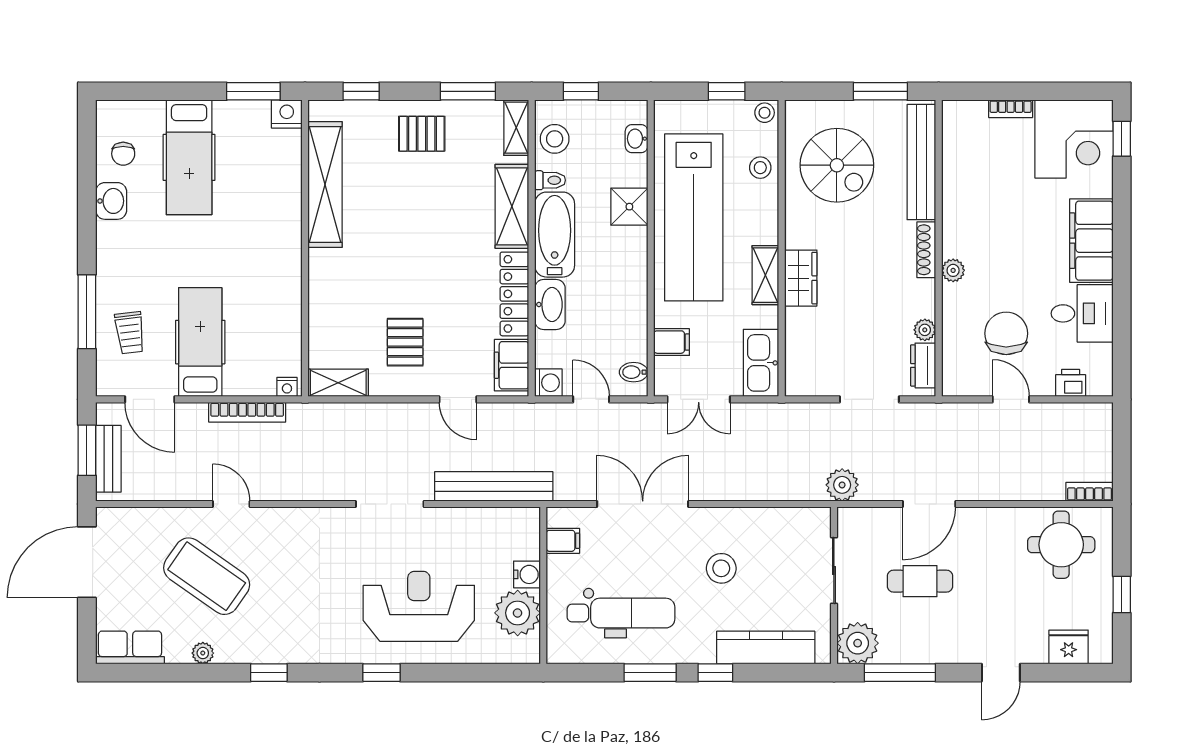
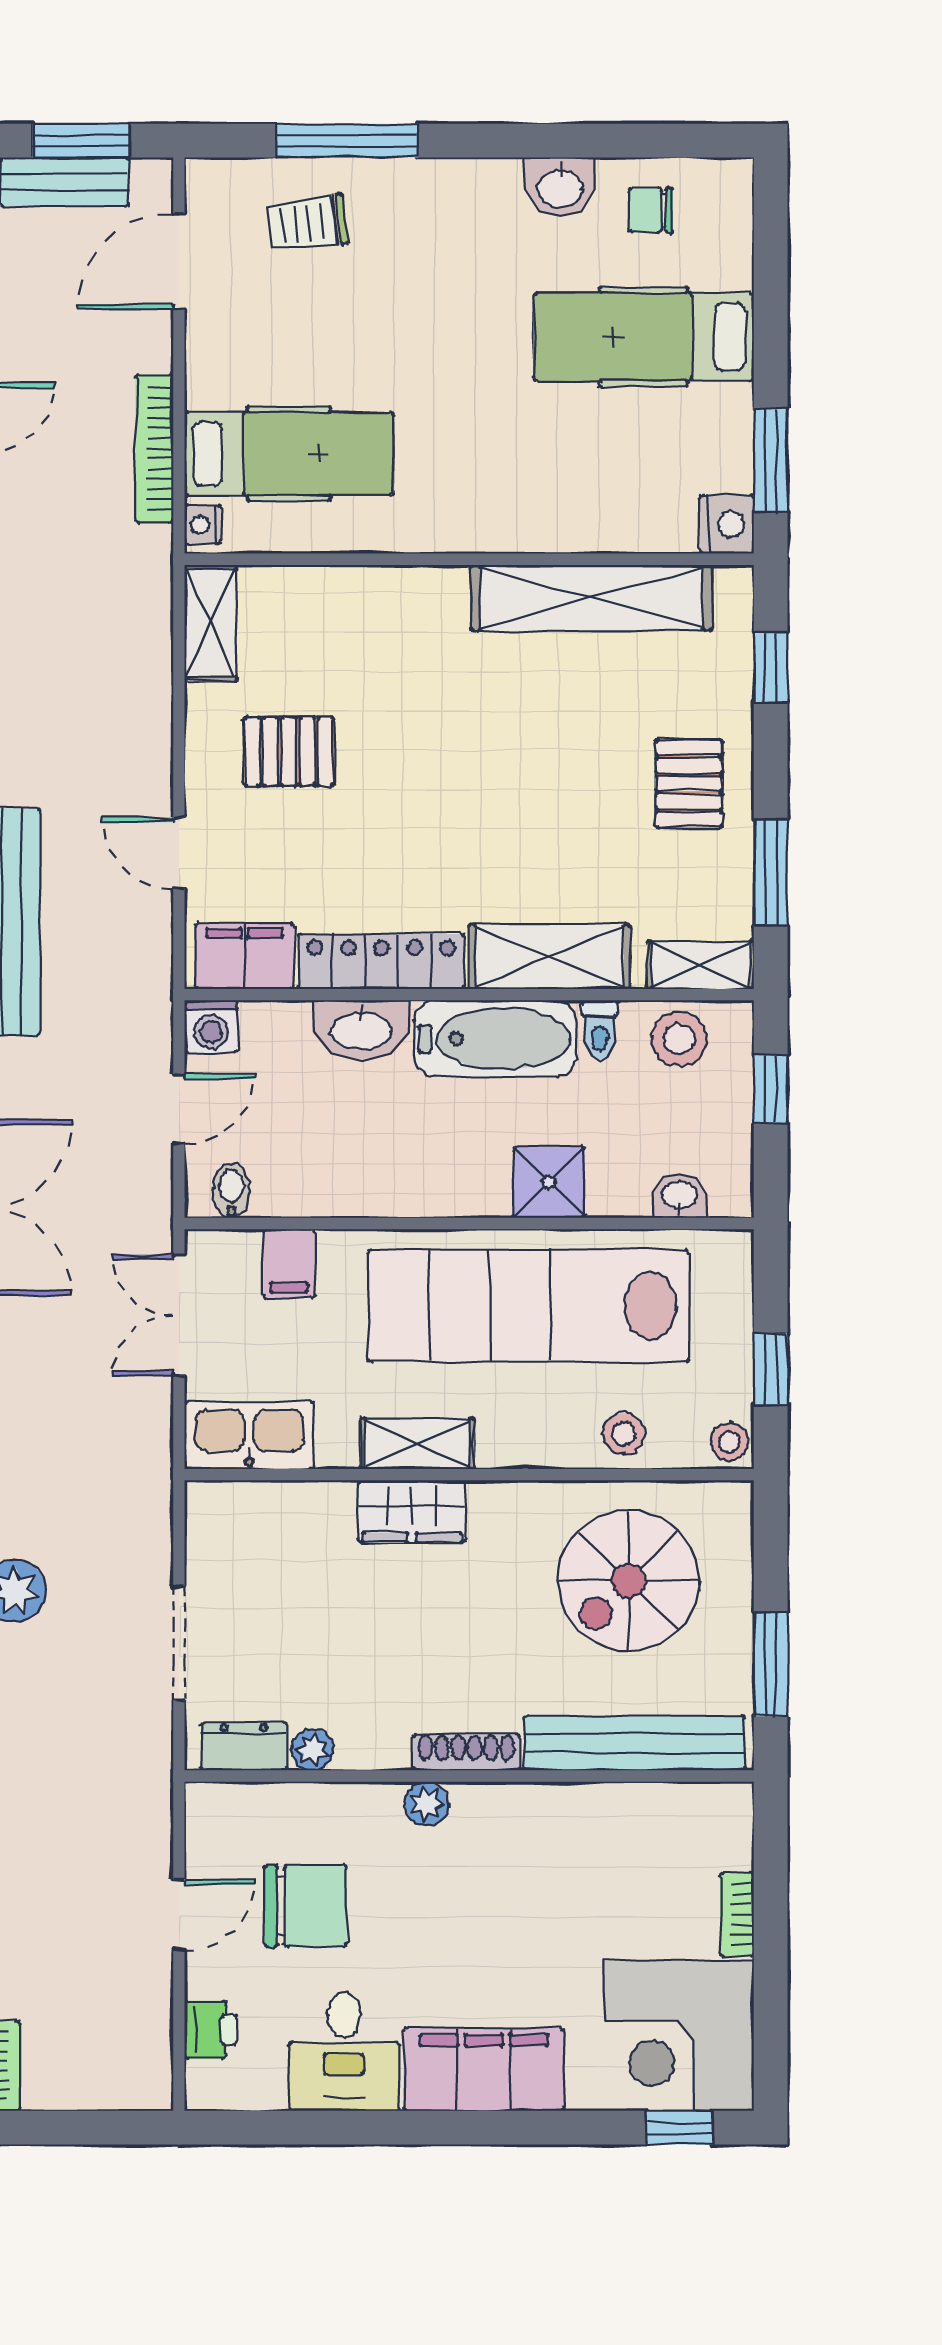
hospital bed: (200, 342) -> (289, 454), moved
door: (458, 399) -> (179, 853), hinge flipped

